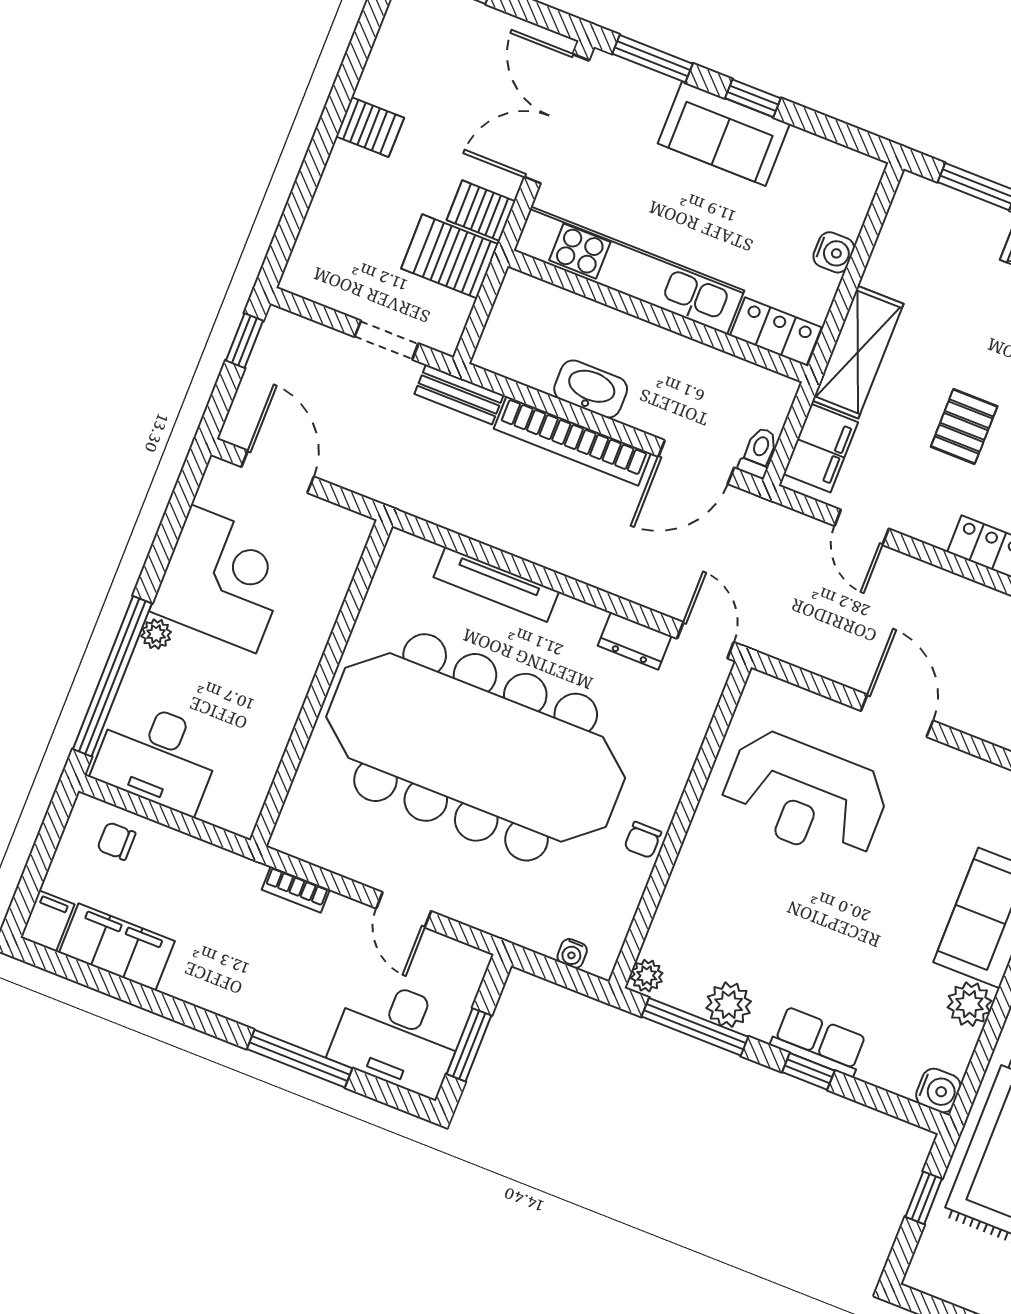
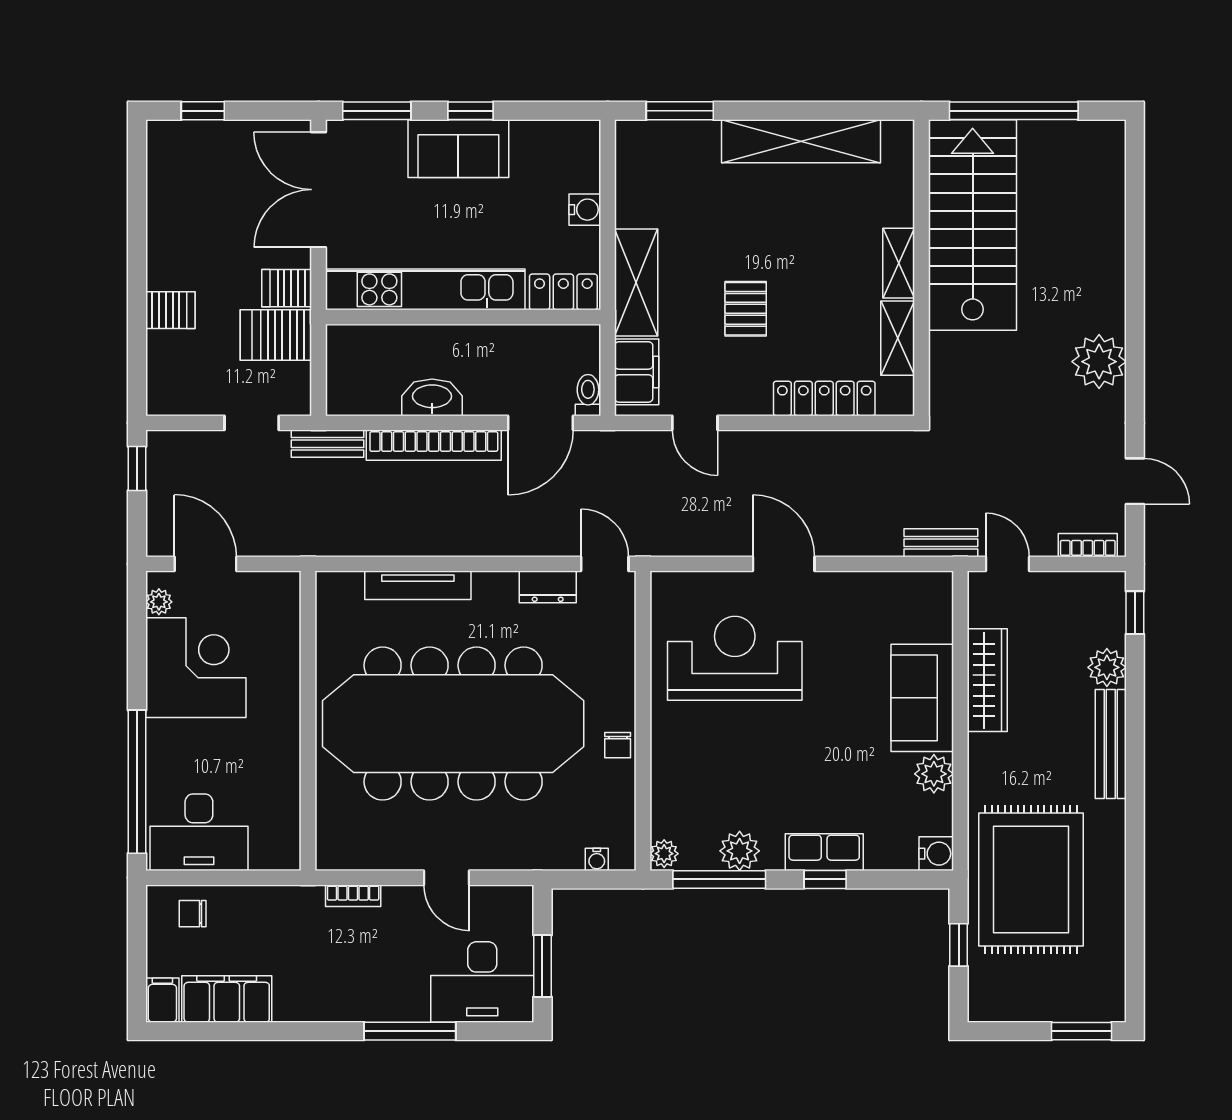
server rack: (370, 127) -> (170, 310), moved
plant: (156, 634) -> (159, 602), moved
reception desk: (805, 796) -> (735, 658), turned 180

